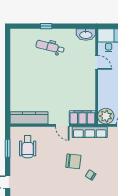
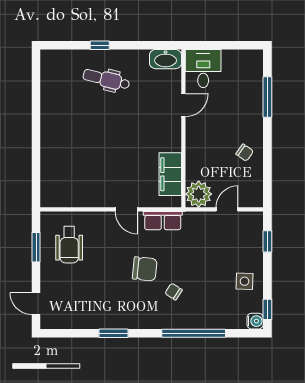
door: (97, 62) -> (183, 105), hinge flipped
filing cabinet: (82, 117) -> (170, 174), moved, turned -90
kitchen counter: (29, 118) -> (71, 197), removed
row of seats: (90, 132) -> (163, 221), width x0.68

